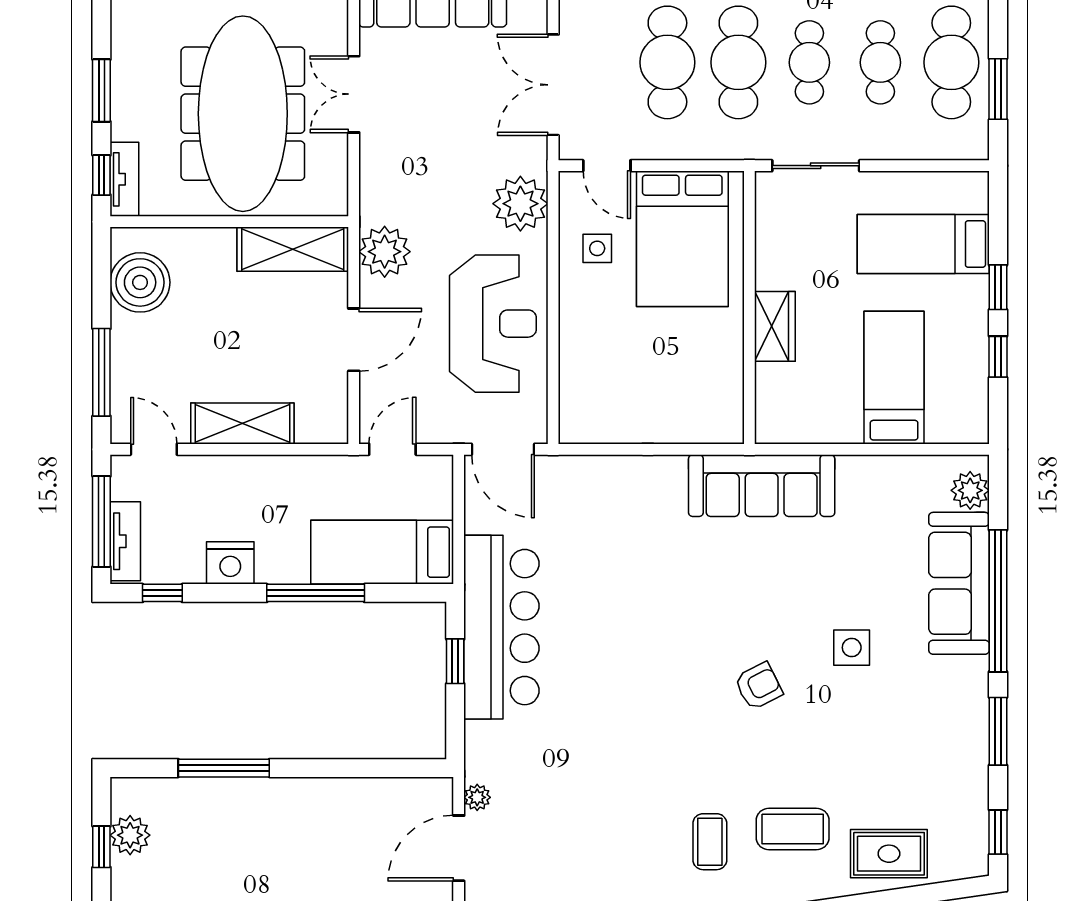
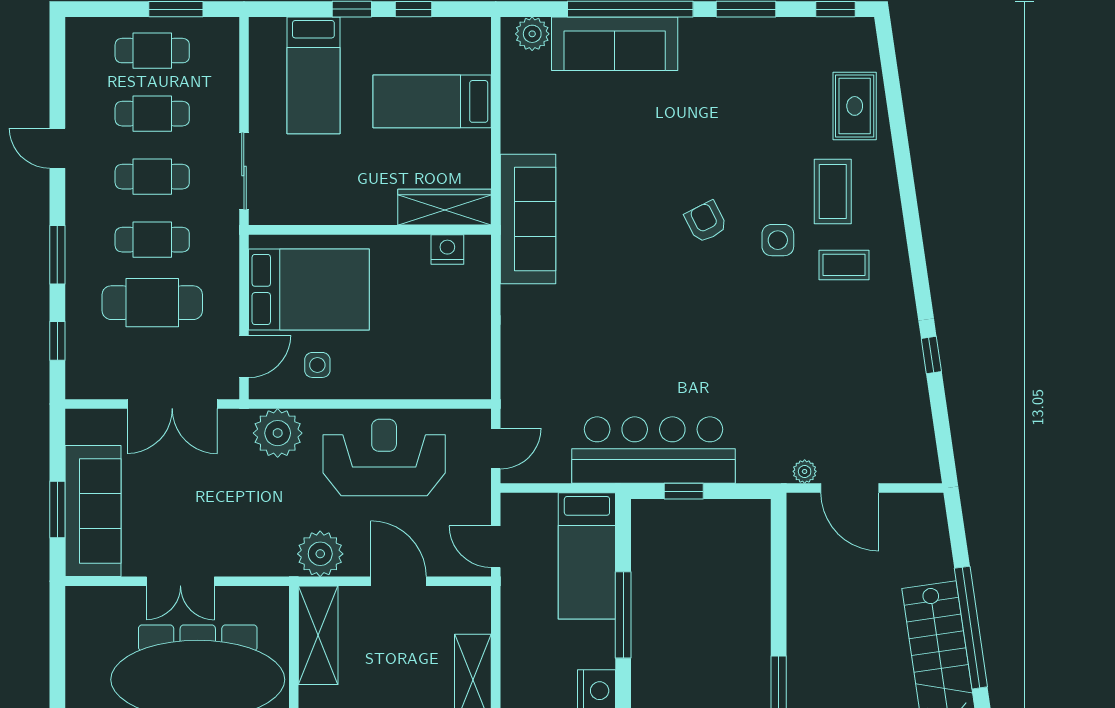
cafe table: (738, 62) -> (152, 240), width x0.73, depth x0.74
cafe table: (951, 62) -> (152, 51), width x0.73, depth x0.74
wardrobe: (775, 326) -> (445, 207), moved, width x1.50
nightstand: (727, 395) -> (447, 249), added
door: (503, 449) -> (496, 449), width x0.73
side table: (852, 648) -> (778, 240), moved

